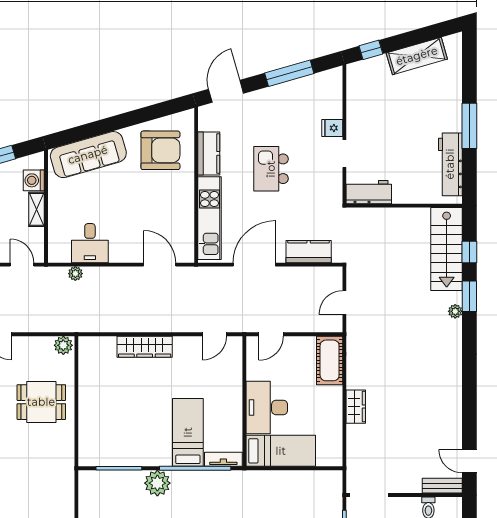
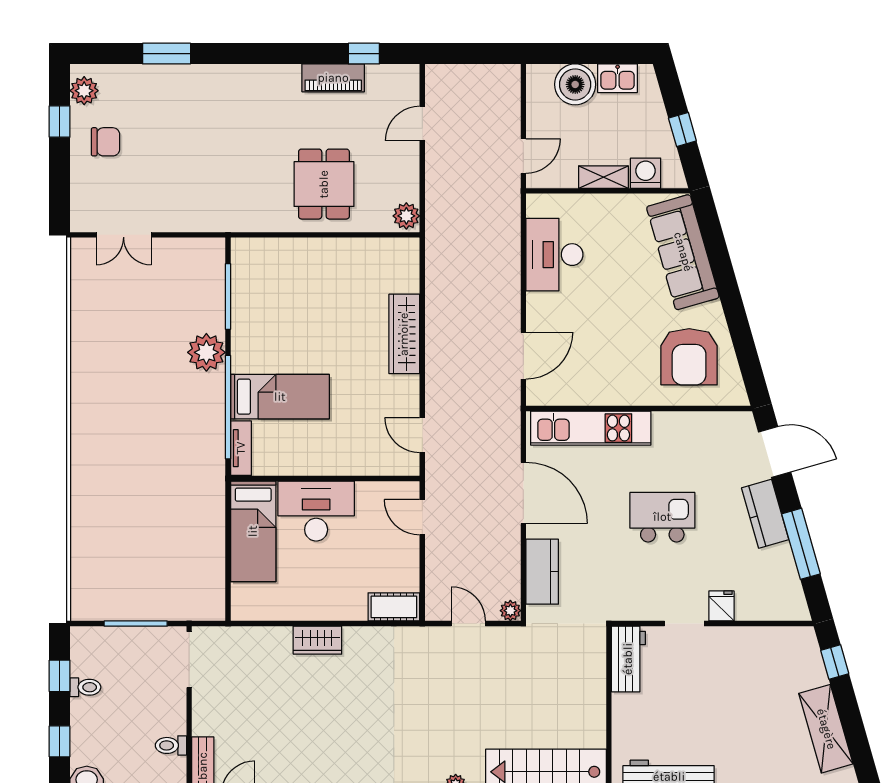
kitchen counter: (209, 153) -> (765, 514), moved, turned 74
desk: (90, 243) -> (554, 255), width x1.37
plant: (75, 274) -> (510, 611), moved
cot: (330, 360) -> (394, 607), width x0.73, depth x0.75

